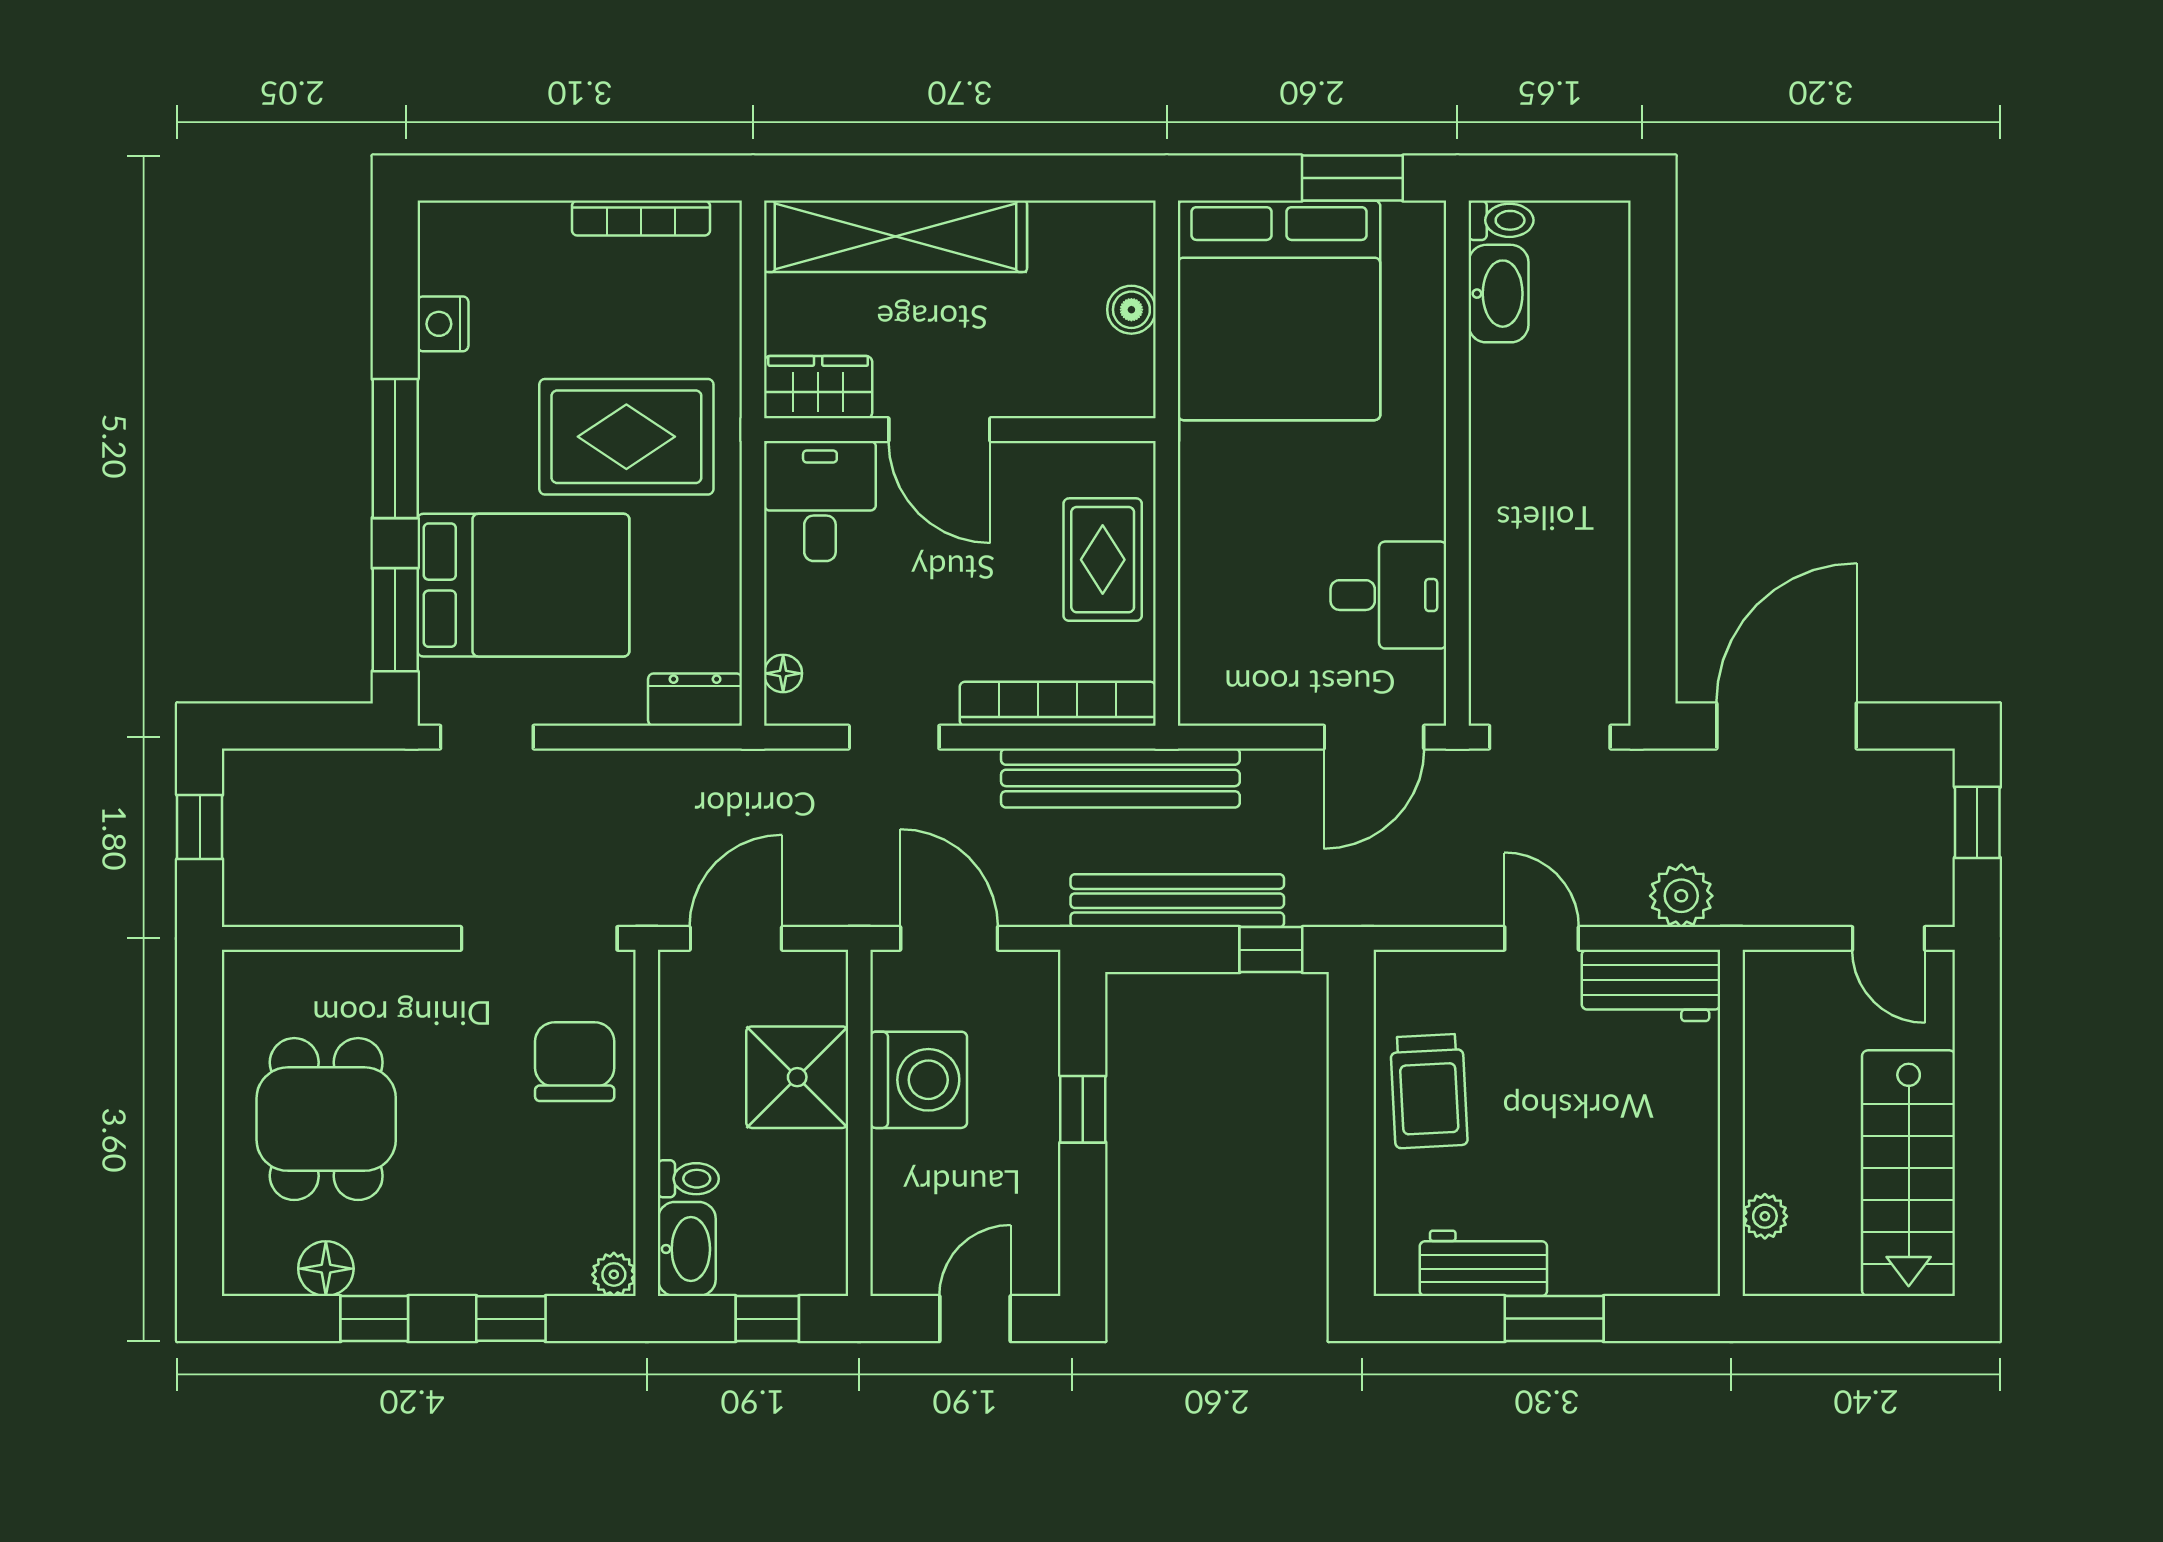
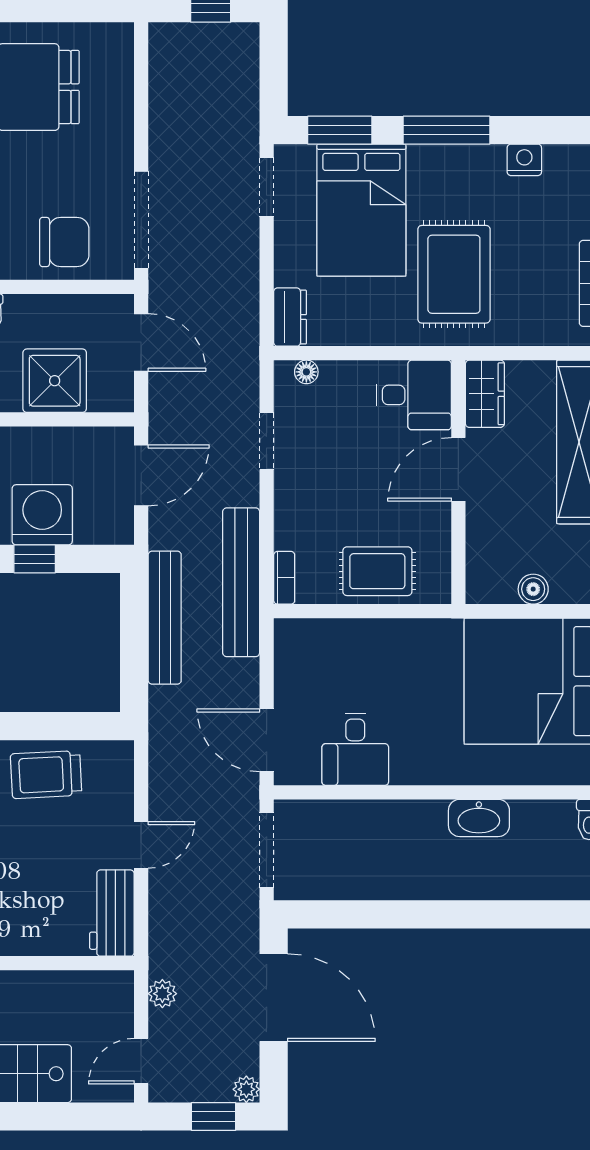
washbasin: (1498, 294) -> (479, 818), moved
bookcase: (1058, 704) -> (284, 578), width x0.43, depth x0.76
plant: (1934, 770) -> (246, 1089), added
plant: (1681, 896) -> (162, 994), moved, width x0.73, depth x0.73
window: (1271, 950) -> (134, 676), removed
washing machine: (919, 1080) -> (42, 515), moved, turned 180

